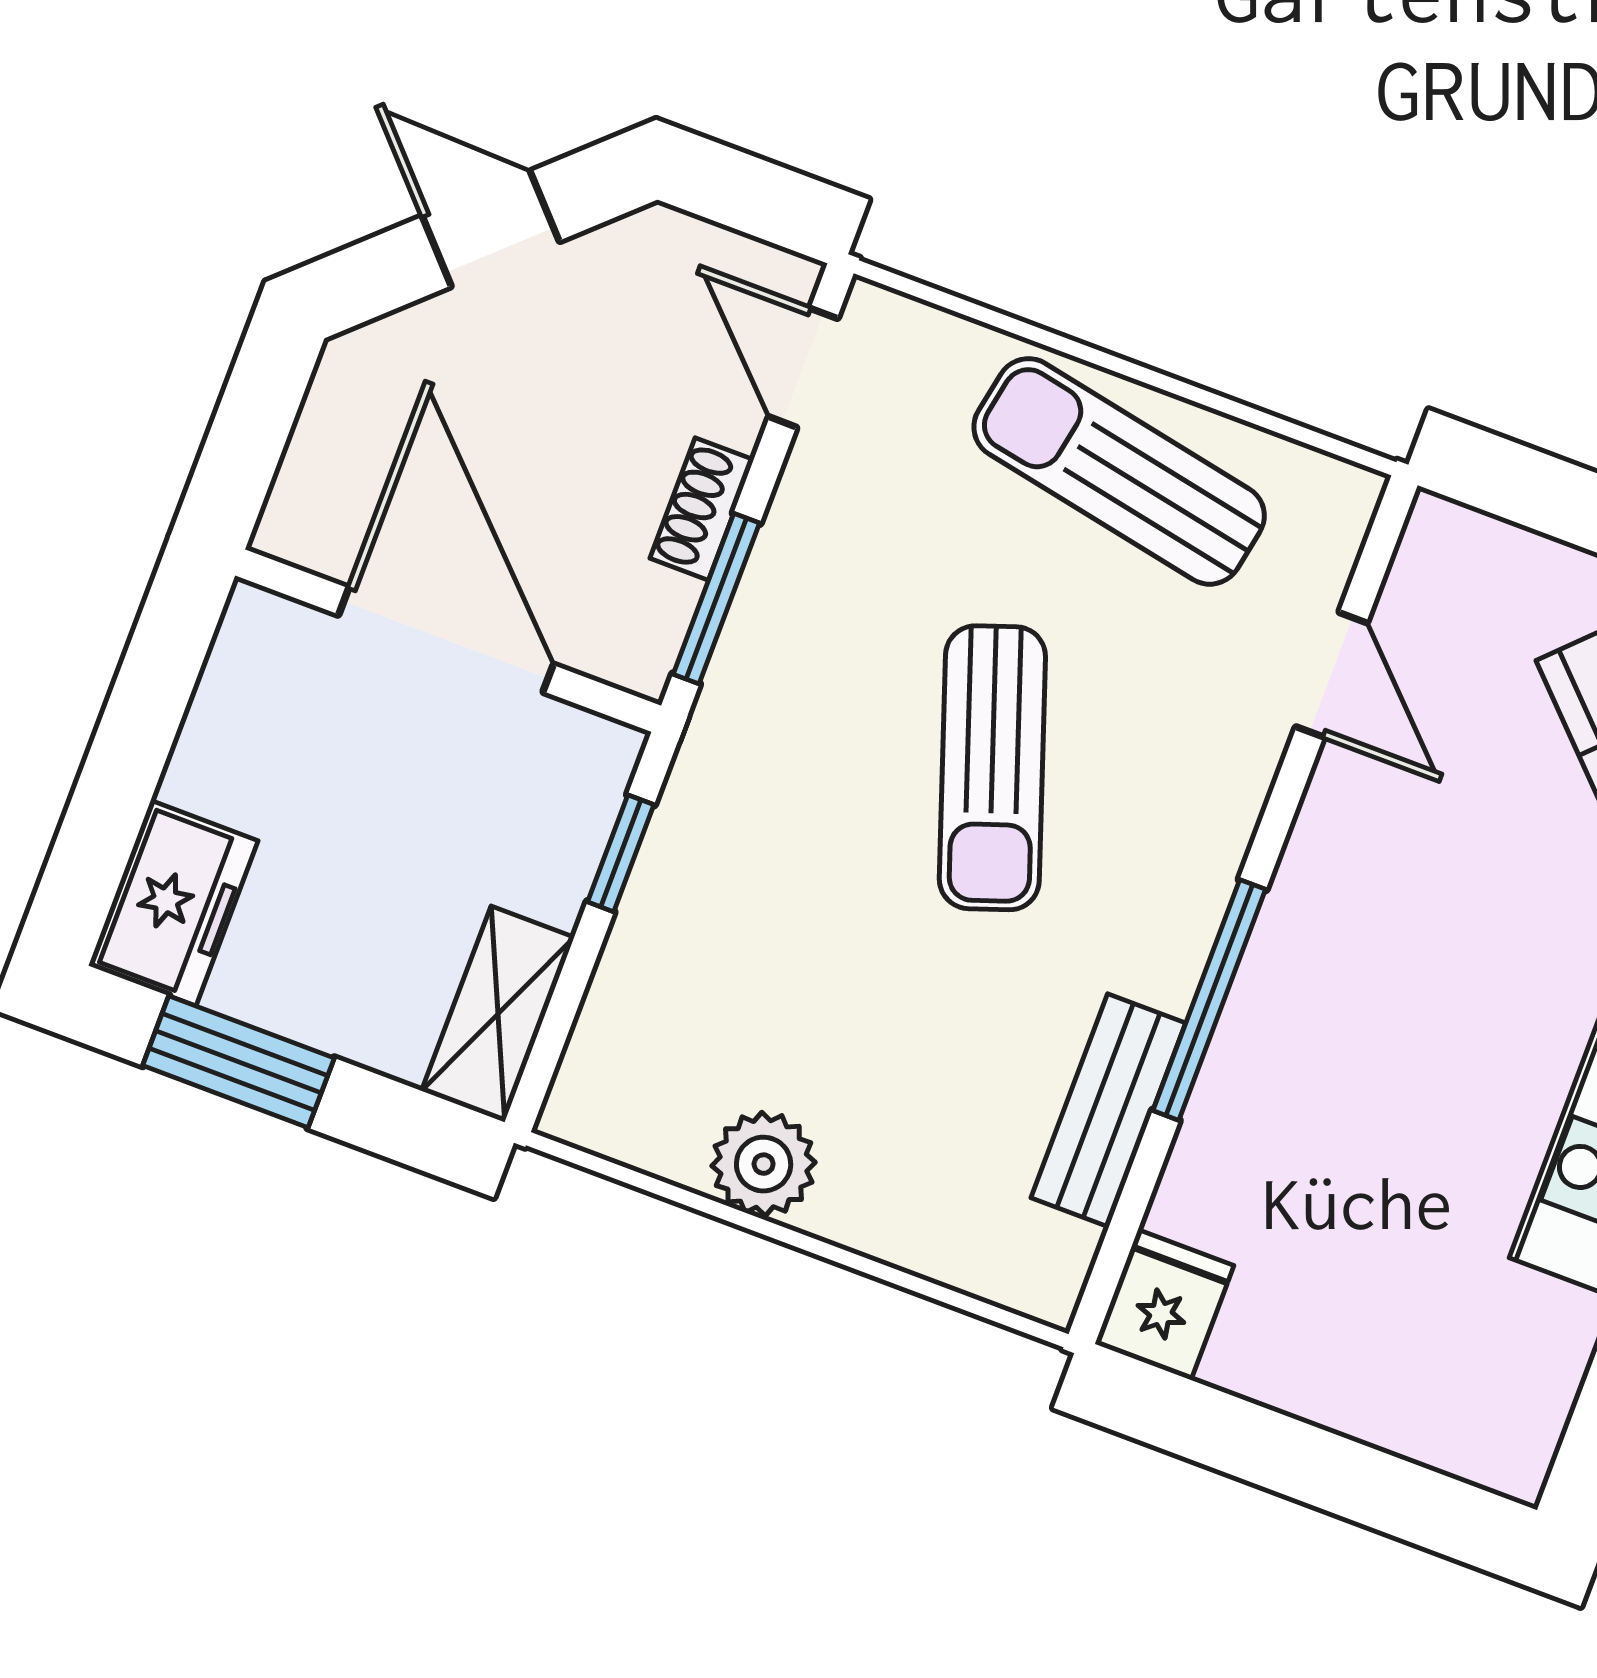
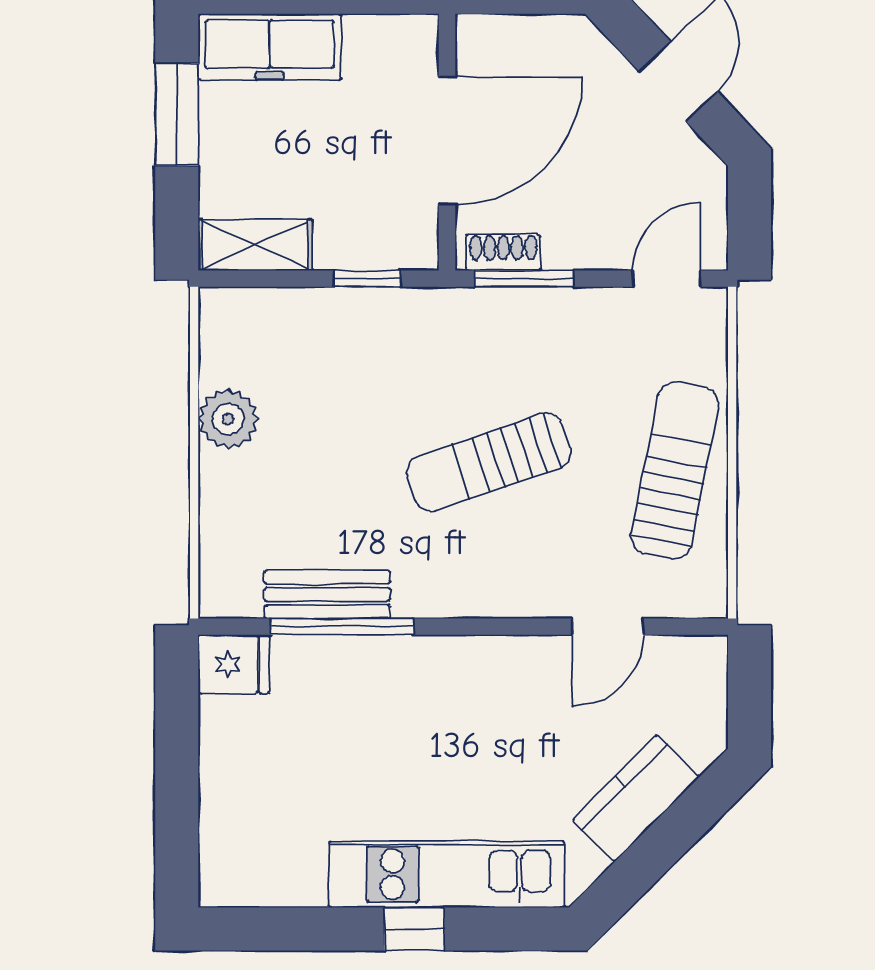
shoe rack: (702, 509) -> (503, 252), moved
freezer: (173, 903) -> (270, 47), width x1.40
window: (1209, 1000) -> (342, 627), moved

